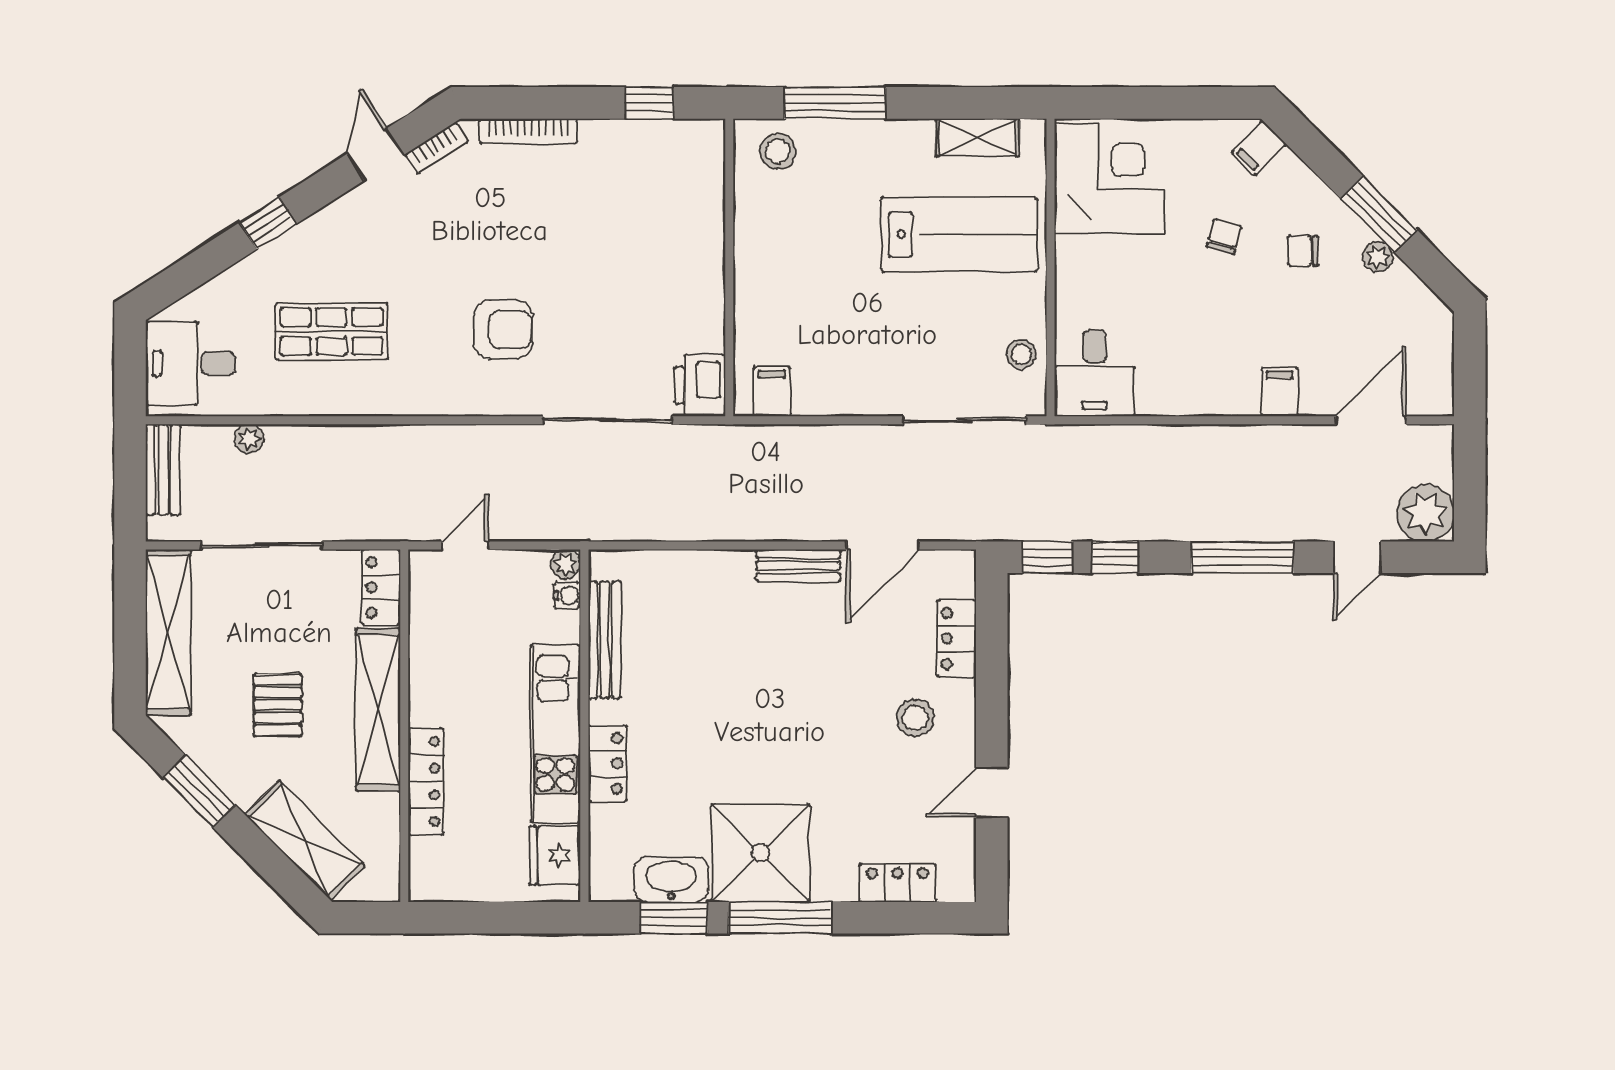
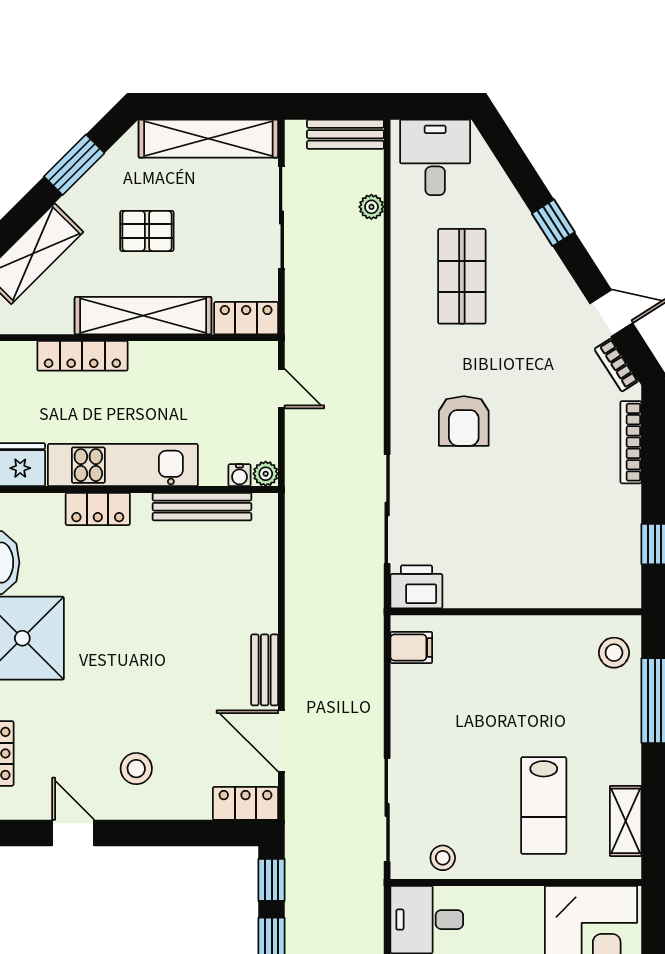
lab bench: (959, 235) -> (544, 806), width x0.73, depth x0.72
locker: (957, 638) -> (245, 803), moved

